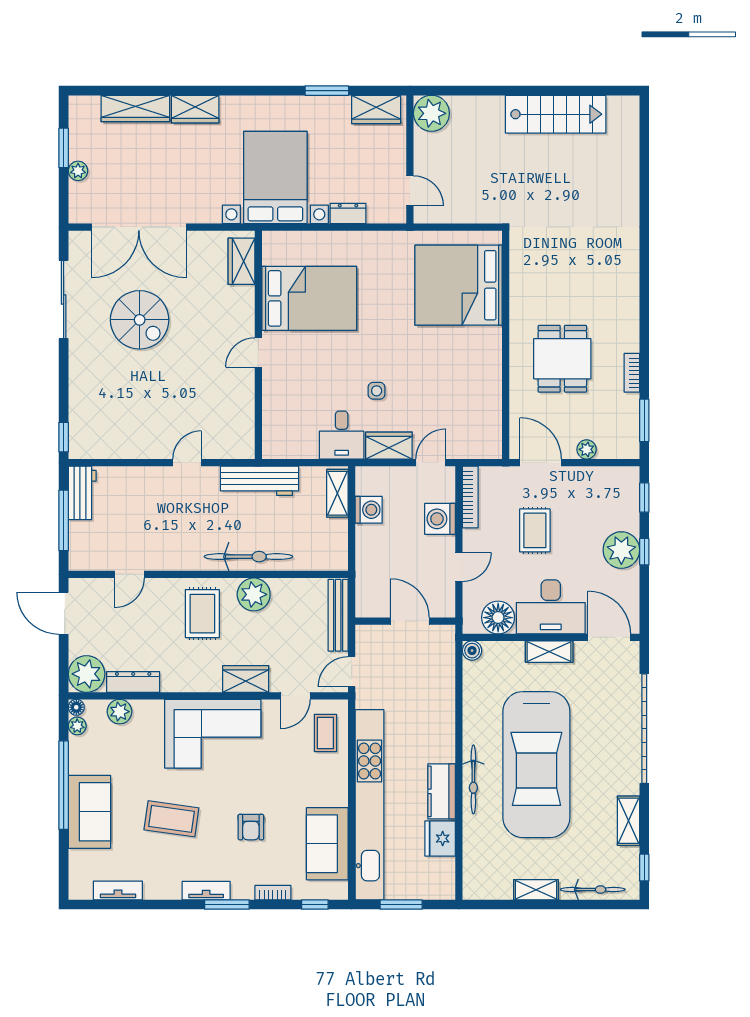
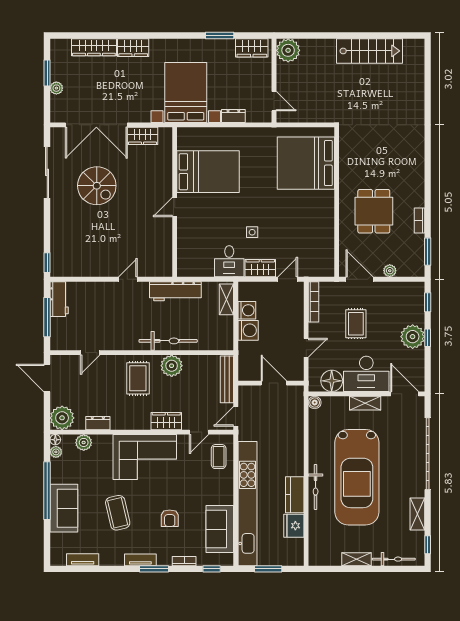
wardrobe: (241, 261) -> (142, 136), moved, turned -90
washing machine: (440, 519) -> (248, 330), moved, turned 180
dresser: (133, 682) -> (98, 423), width x0.70
coffee table: (171, 819) -> (118, 513), turned 69

